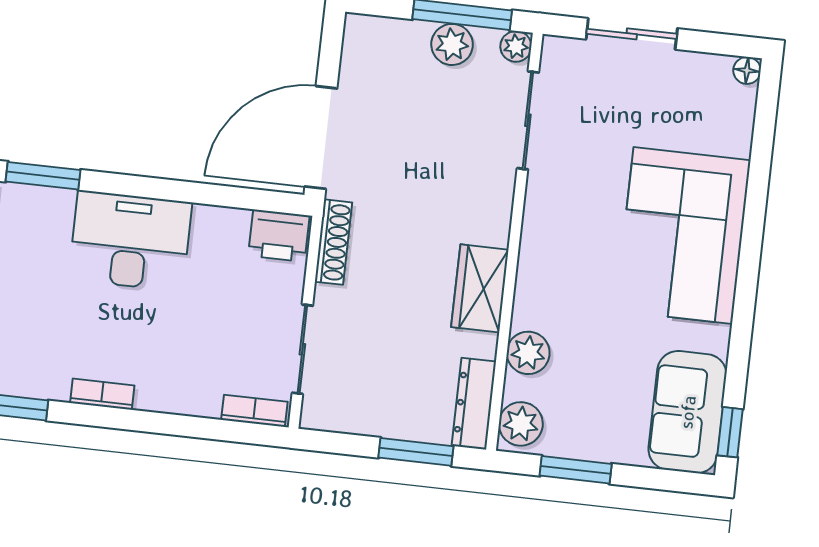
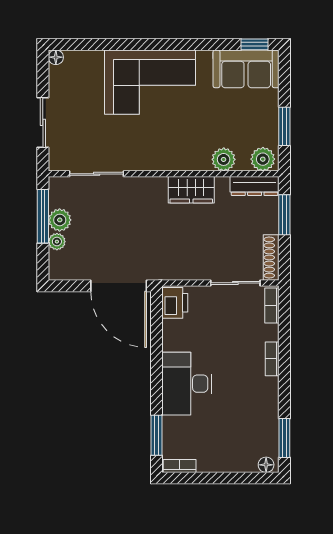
plant: (516, 46) -> (57, 242), moved
shoe rack: (333, 242) -> (271, 258), moved, turned -90
bookcase: (102, 394) -> (272, 359), moved

